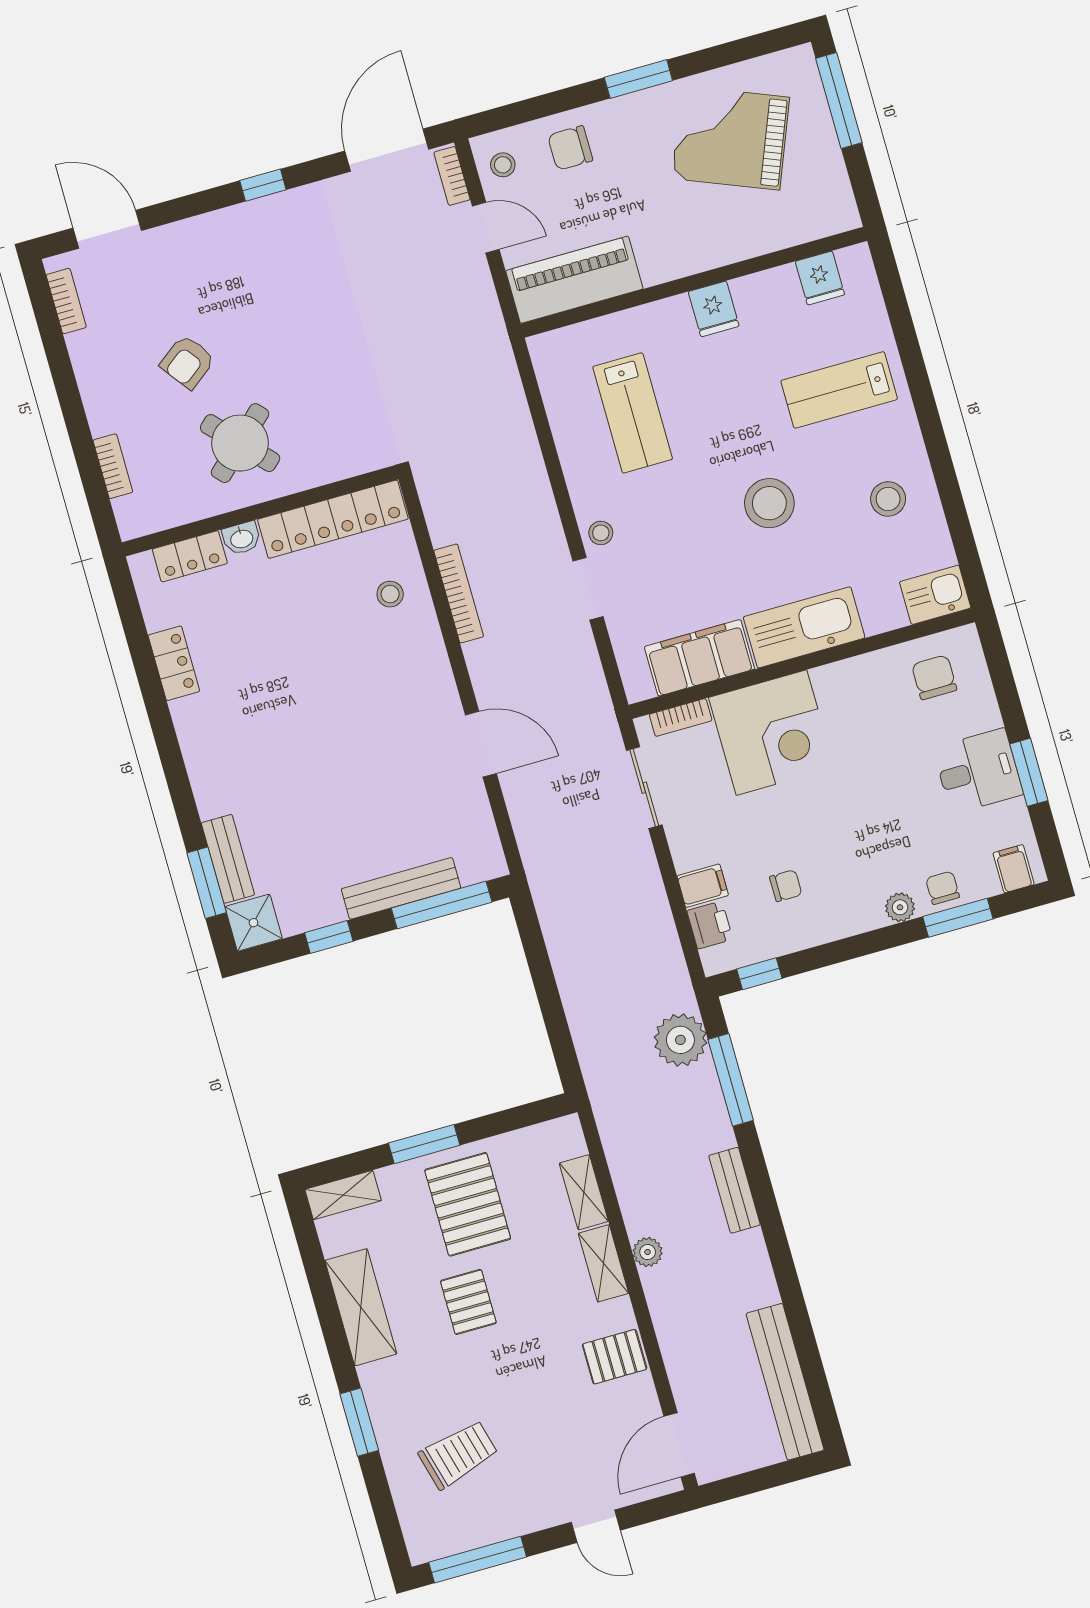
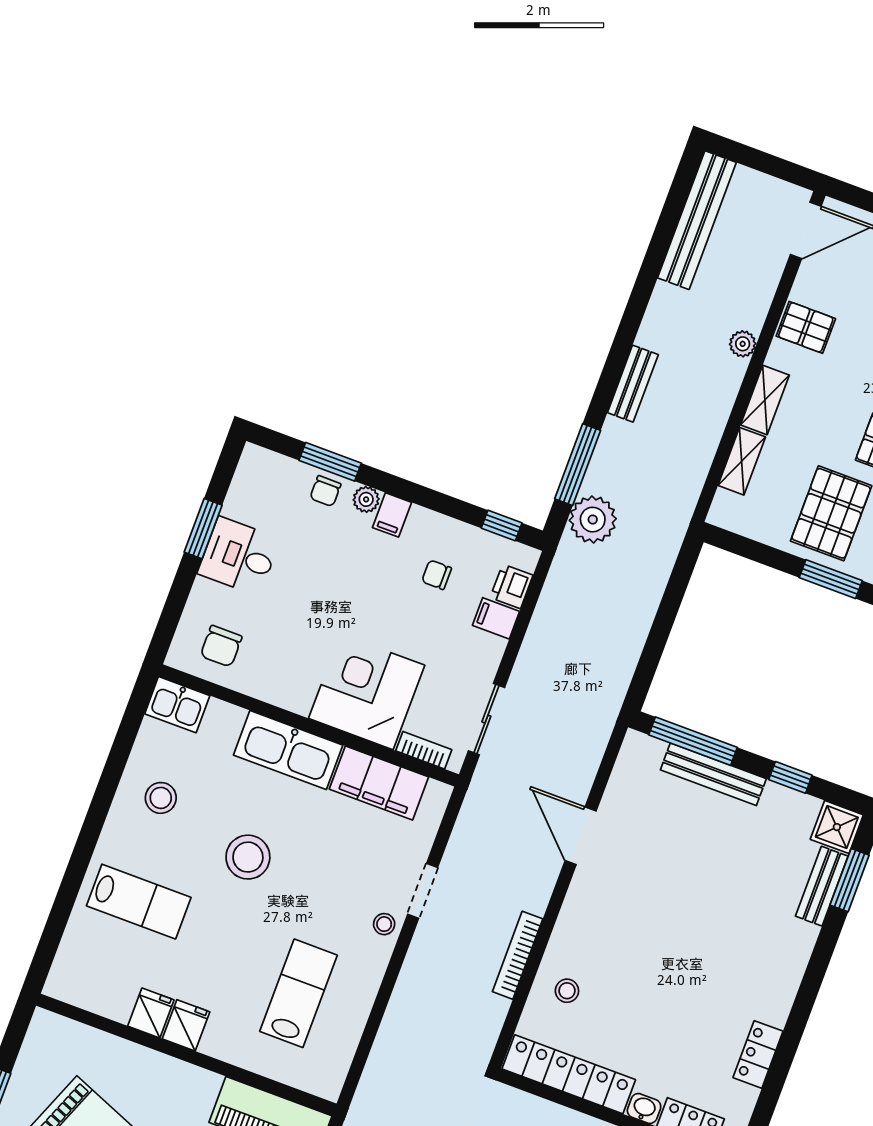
fridge: (820, 278) -> (151, 1013), moved
filing cabinet: (1014, 869) -> (392, 515), moved
plant: (648, 1252) -> (743, 344), moved

